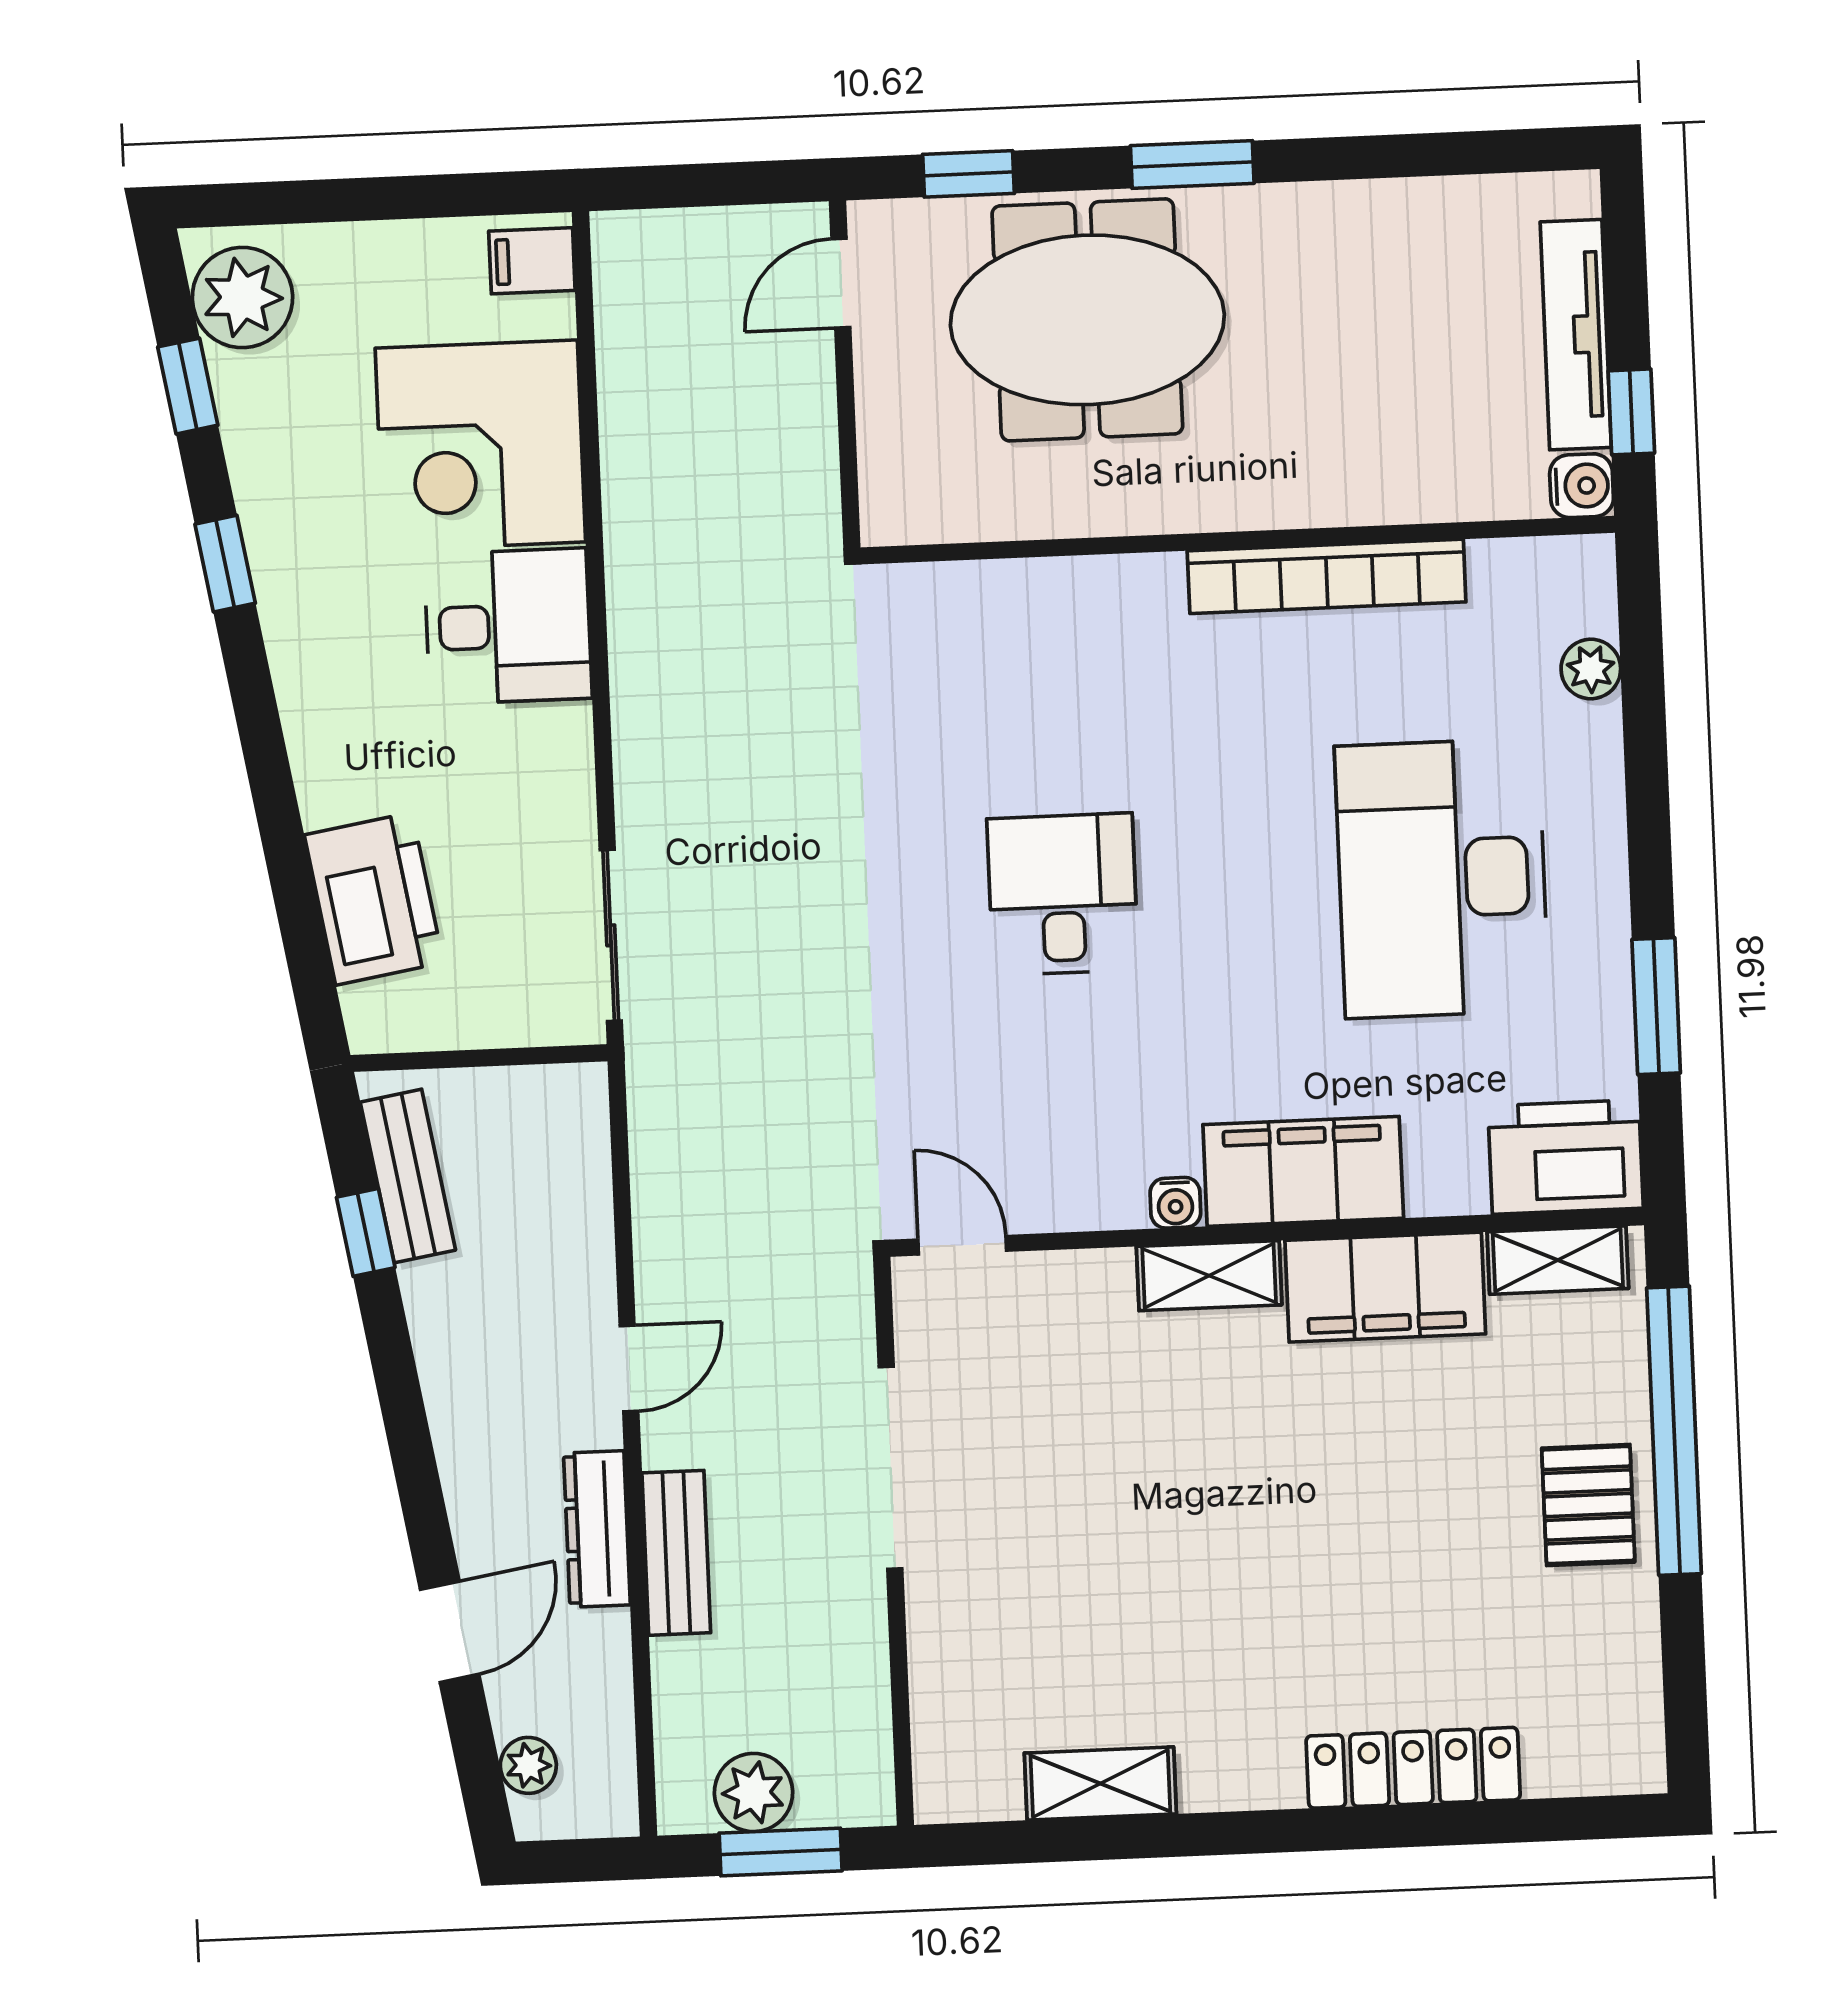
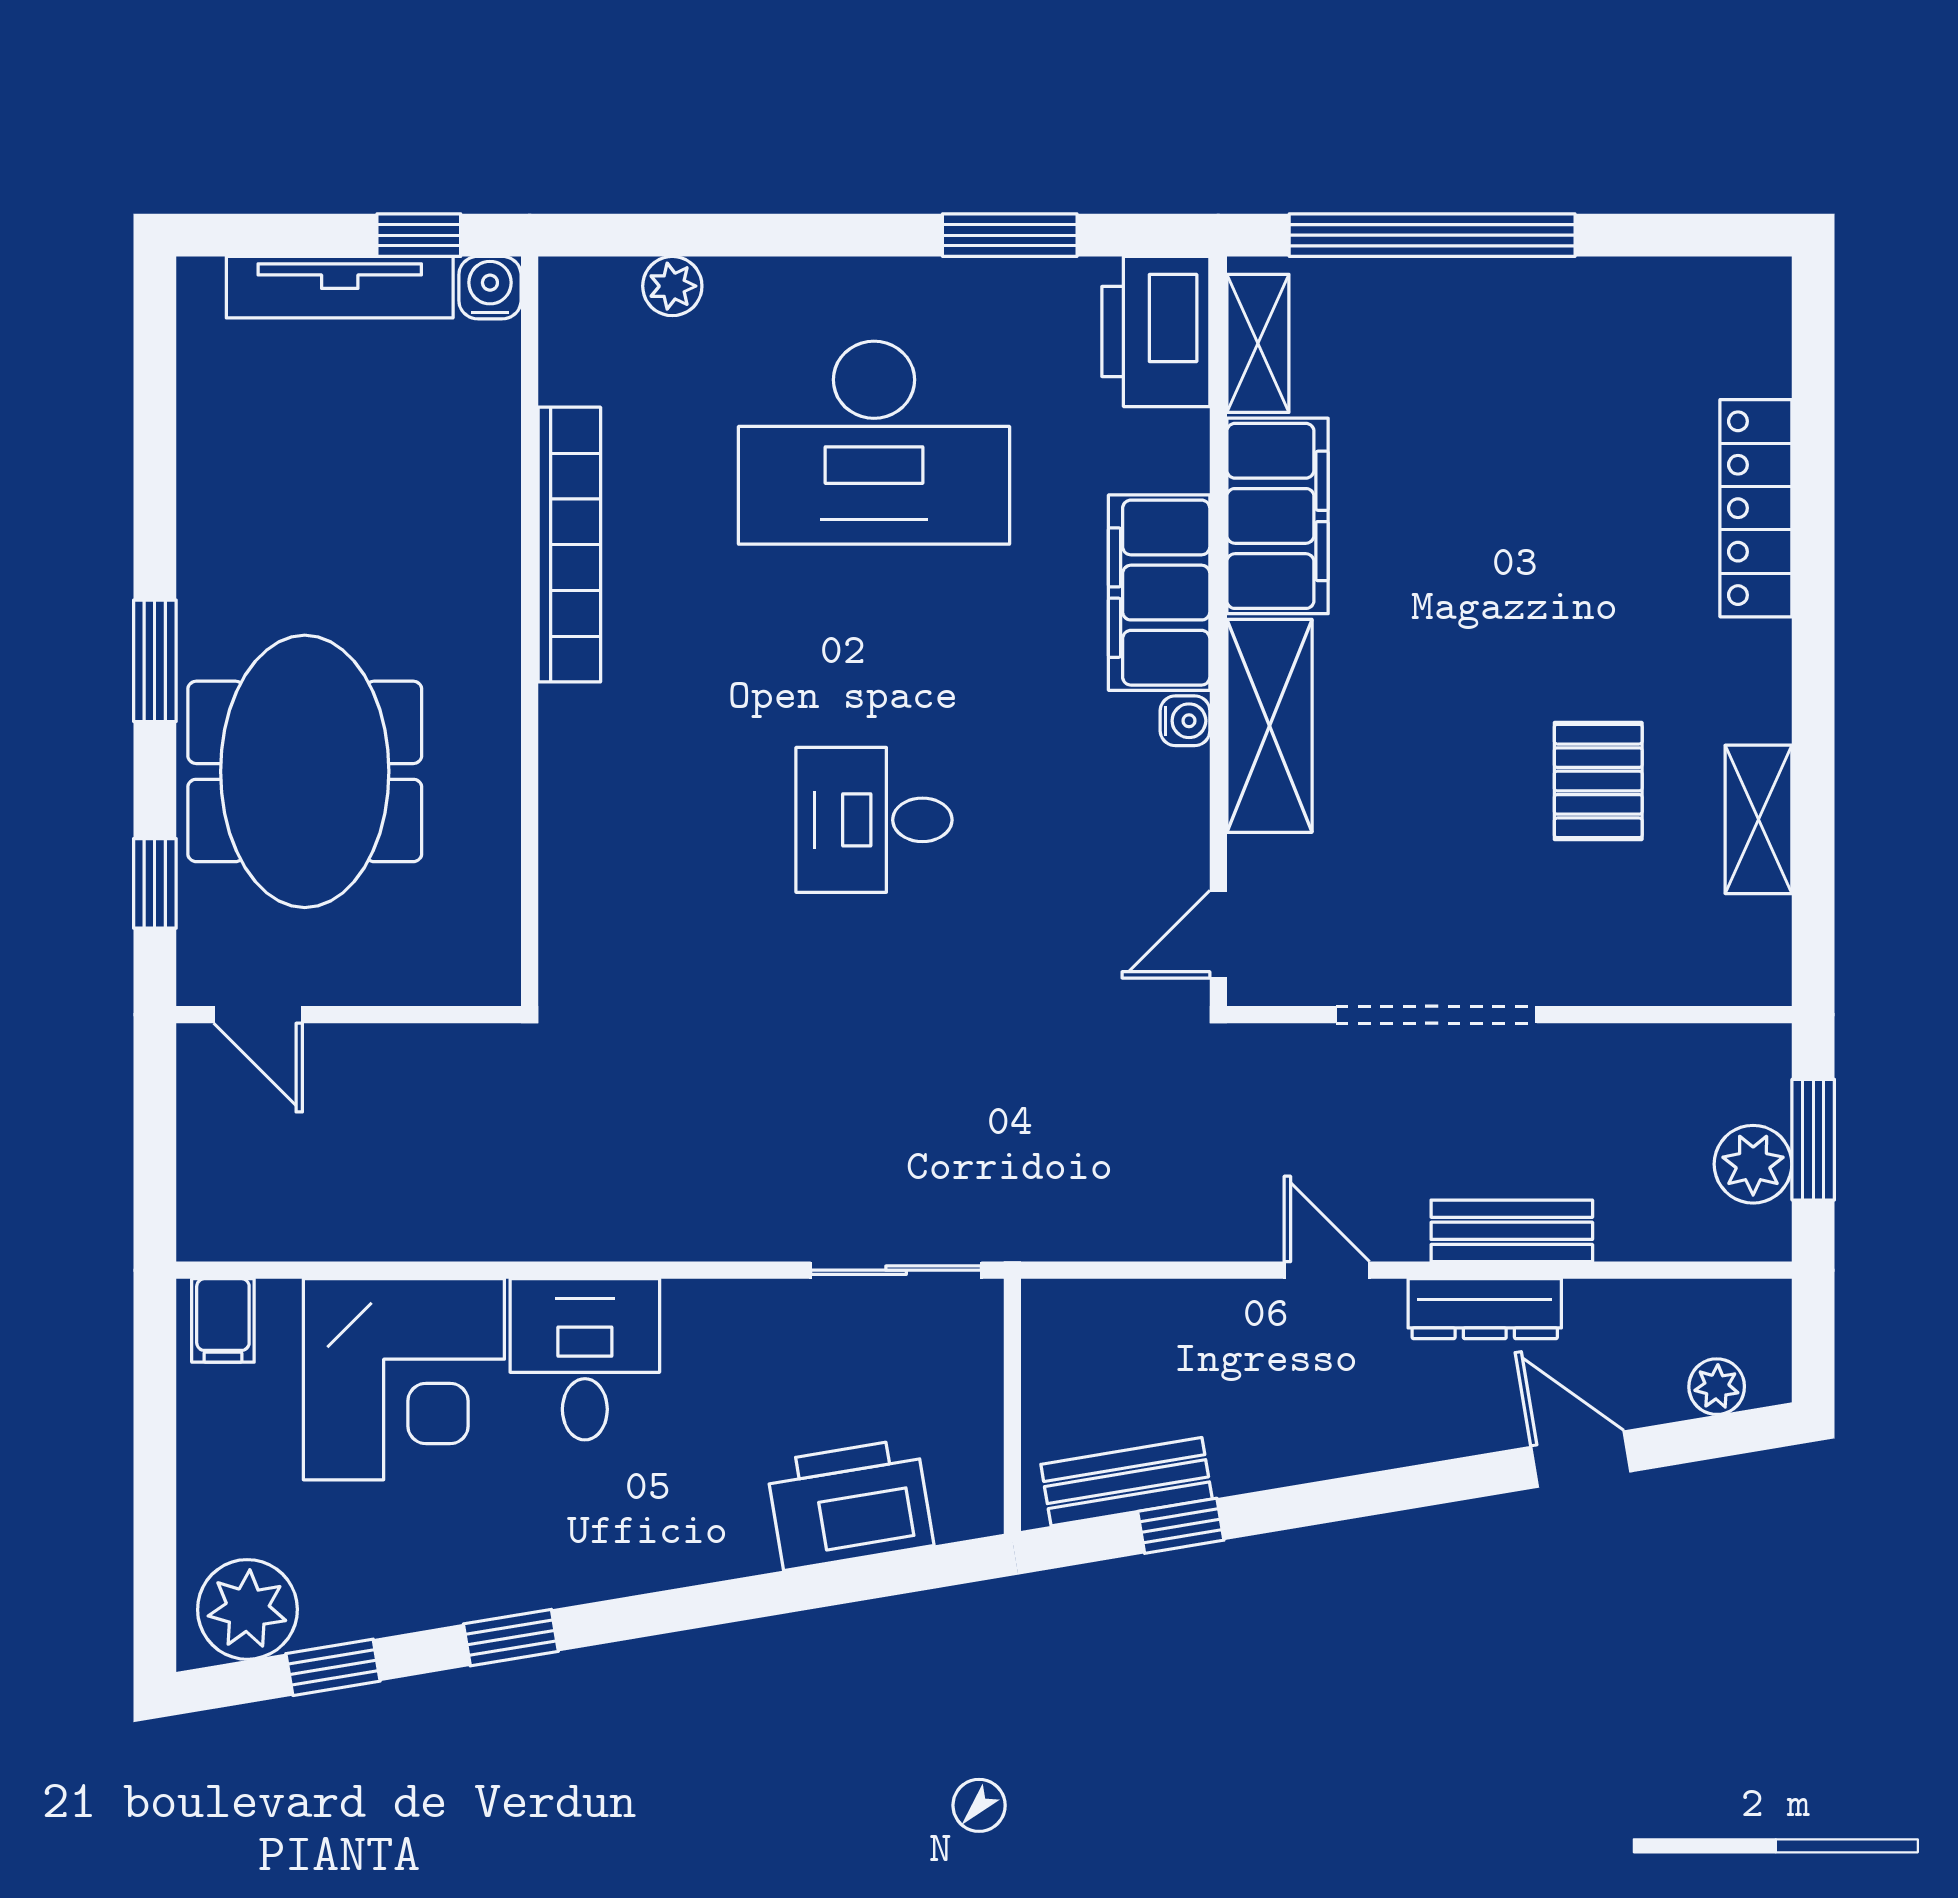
shelving: (1209, 1276) -> (1269, 726), width x1.50, depth x1.33
pallet: (1588, 1505) -> (1598, 781), moved, turned 90

